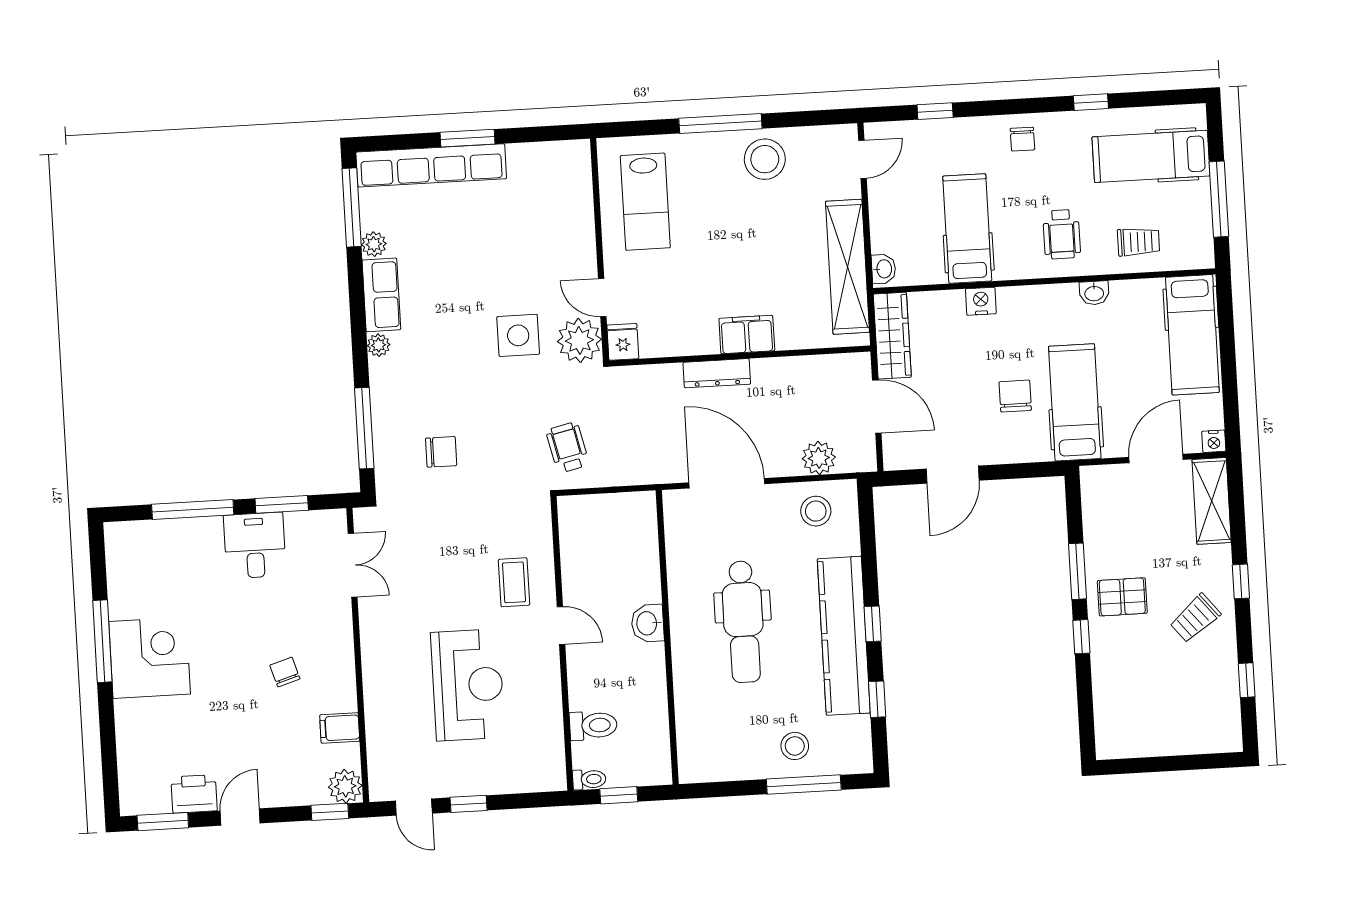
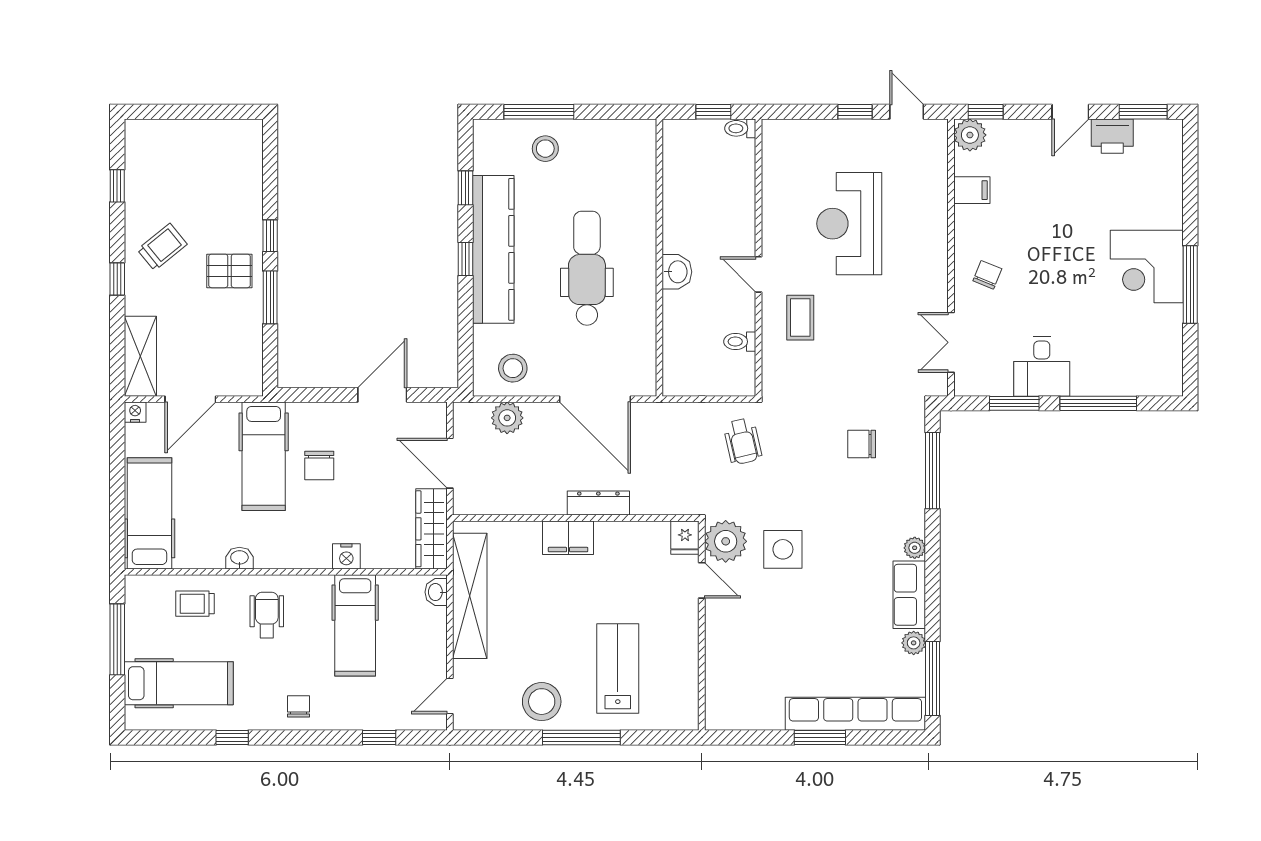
lab bench: (645, 202) -> (618, 668), moved
chair: (285, 672) -> (987, 275), moved, turned -141
toilet: (593, 725) -> (740, 342), moved, width x0.73, depth x0.72

